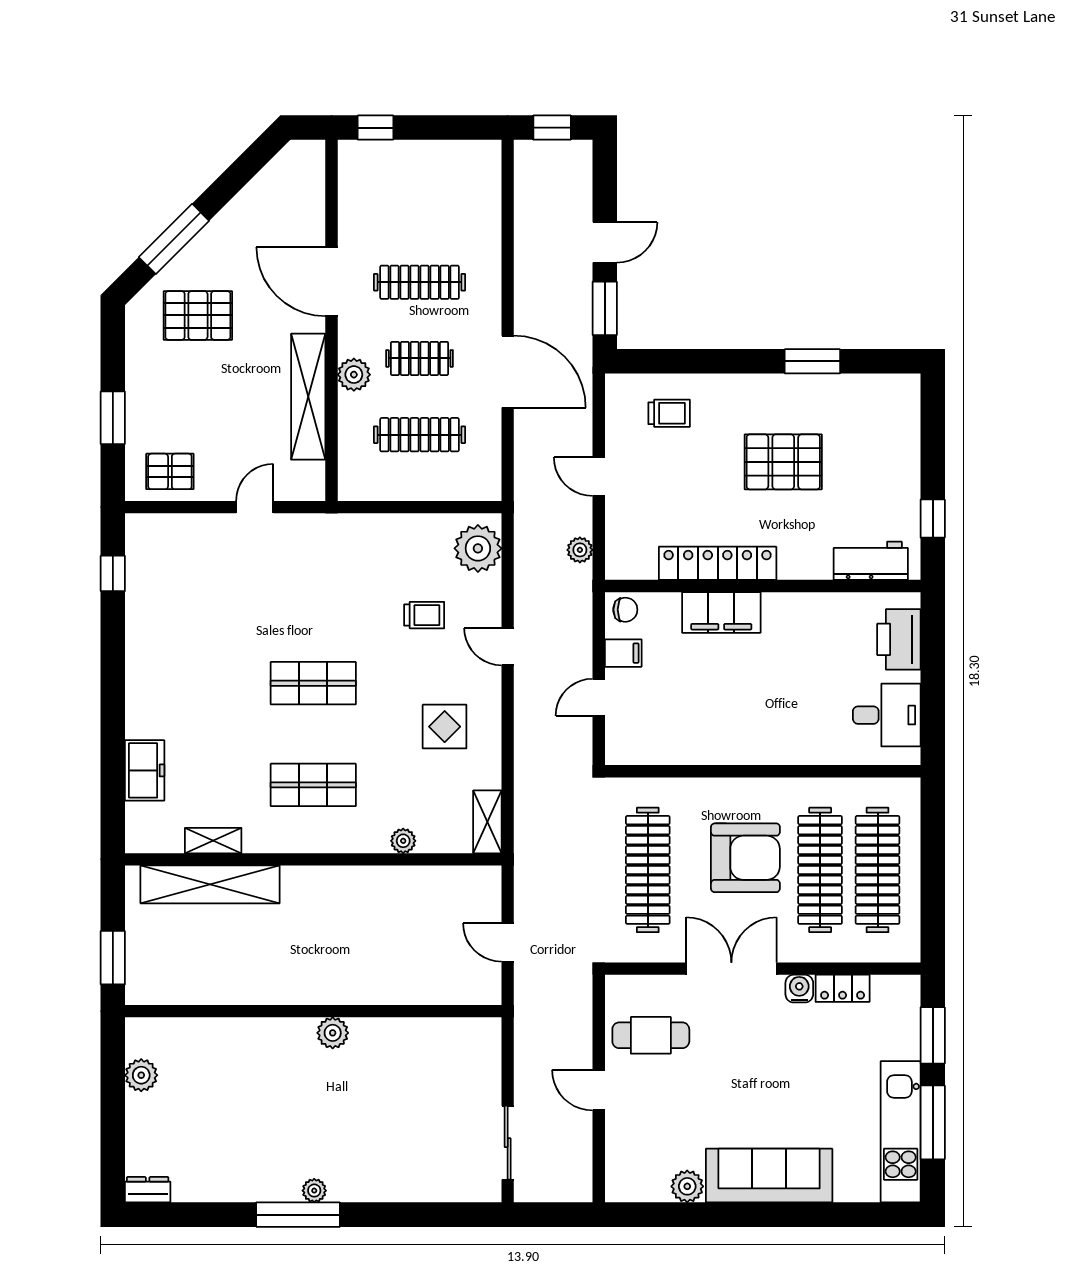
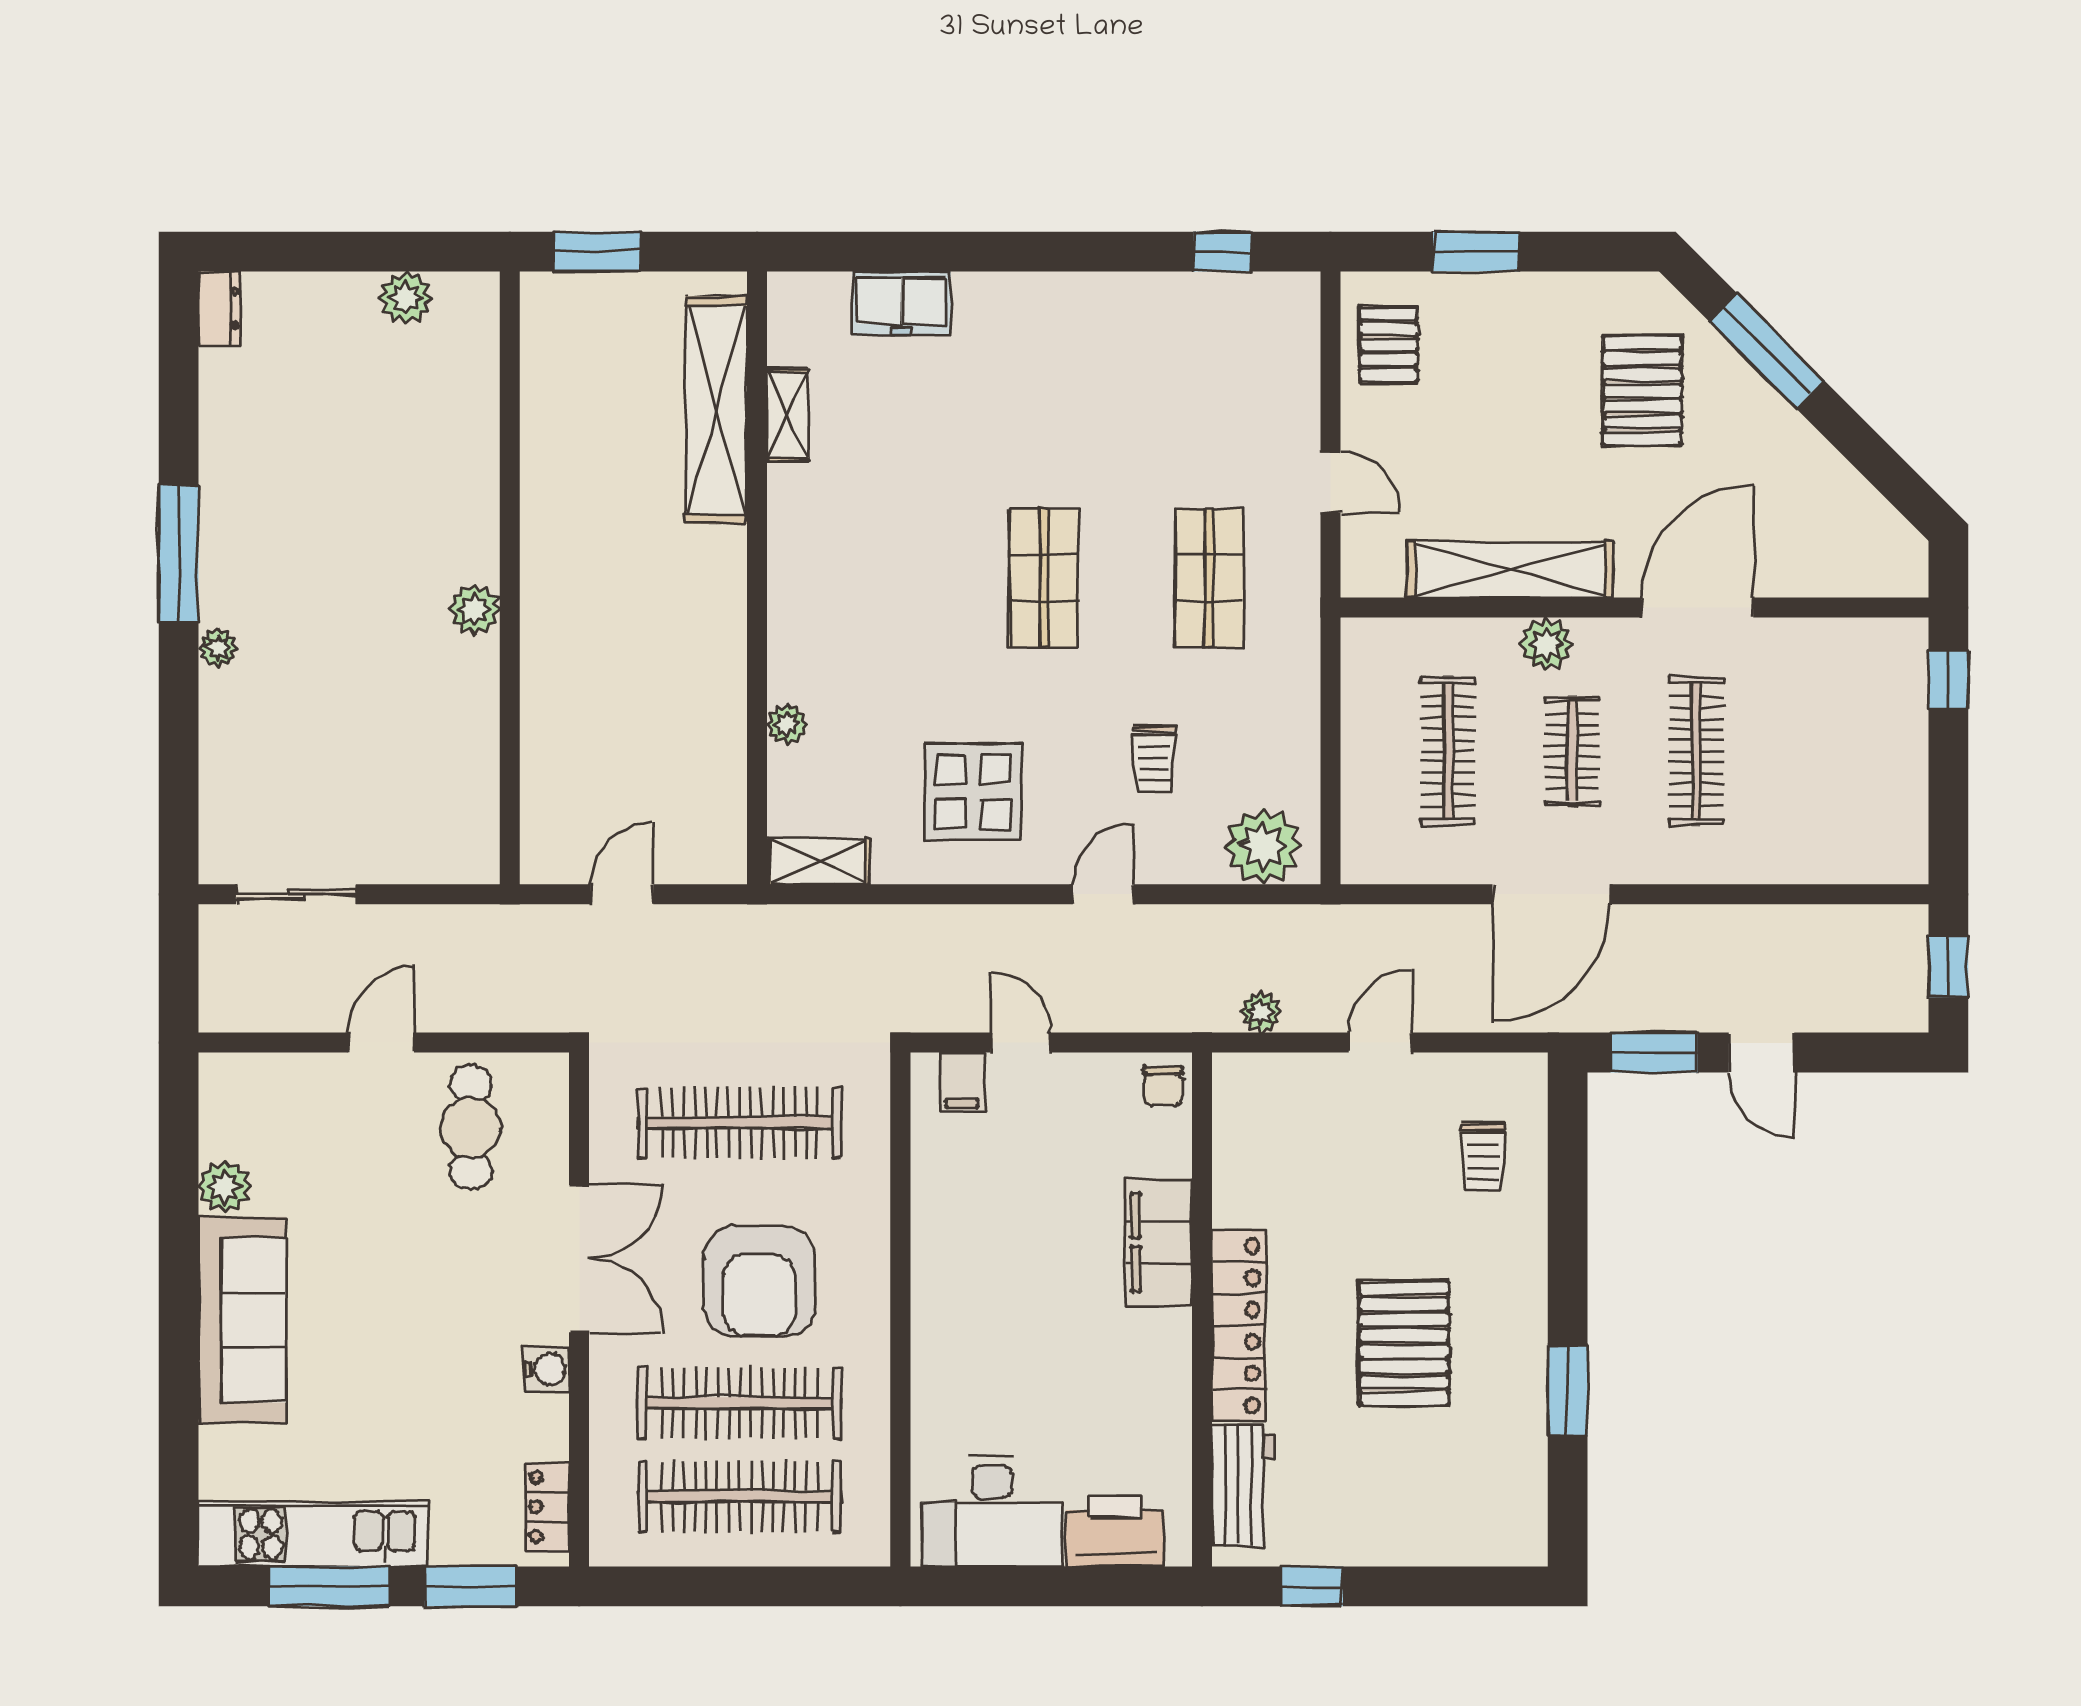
locker: (718, 563) -> (1239, 1326), moved
filing cabinet: (623, 653) -> (962, 1082), moved
desk: (887, 715) -> (992, 1511), width x1.37
display table: (445, 727) -> (973, 792), width x1.36, depth x1.36
shop shelf: (313, 785) -> (1209, 578), moved
locker: (843, 988) -> (547, 1507), moved
plant: (314, 1191) -> (218, 648), moved

